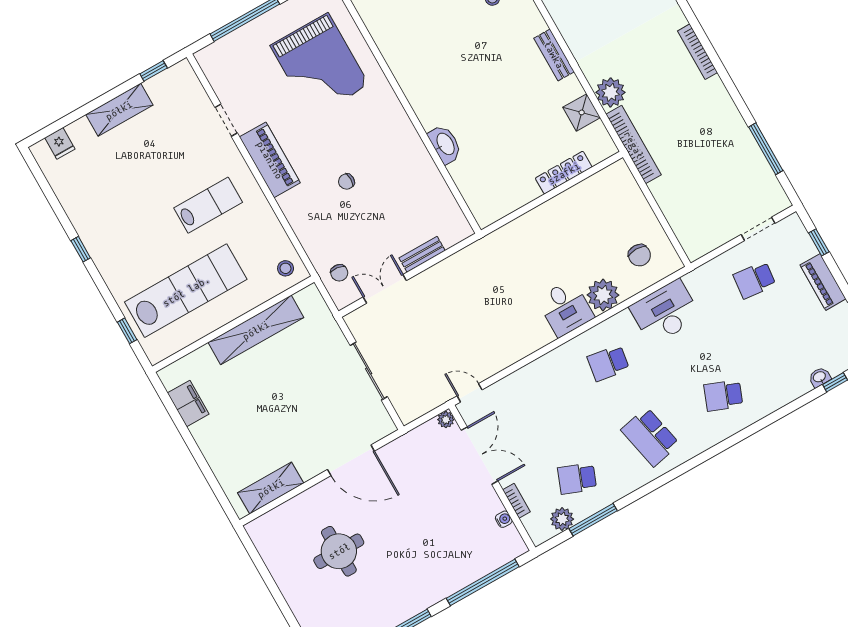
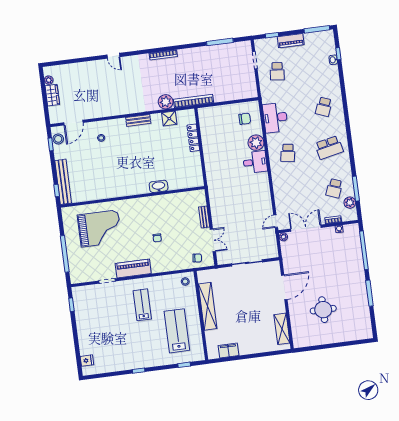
shelving: (119, 110) -> (83, 327), removed
double door: (385, 289) -> (213, 240), swing flipped
lab bench: (186, 291) -> (177, 331), width x0.73

